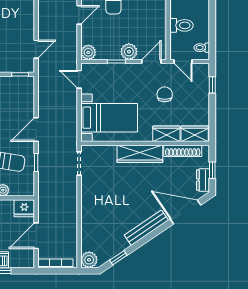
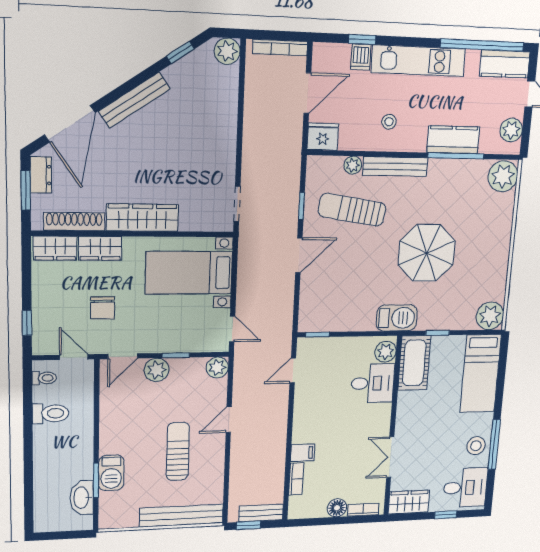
toilet: (181, 25) -> (50, 413), moved, turned 180
window: (212, 170) -> (26, 190), width x1.50
door: (185, 212) -> (70, 124), hinge flipped

